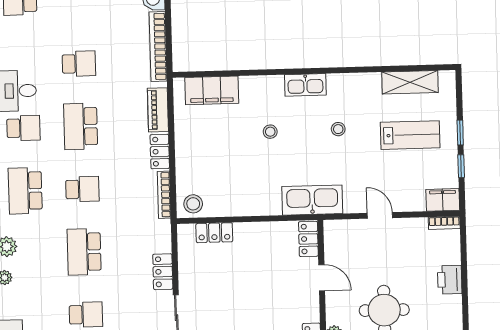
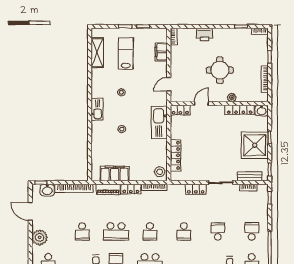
school desk: (79, 64) -> (82, 231), turned 180
filing cabinet: (212, 90) -> (115, 174), moved, turned -90
school desk: (82, 189) -> (150, 231), turned 180
kitchen sink: (312, 200) -> (159, 122), moved
filing cabinet: (443, 200) -> (161, 52), moved
door: (380, 215) -> (169, 84), moved
locker: (214, 233) -> (175, 155), width x1.53
school desk: (84, 252) -> (184, 231), width x0.54

